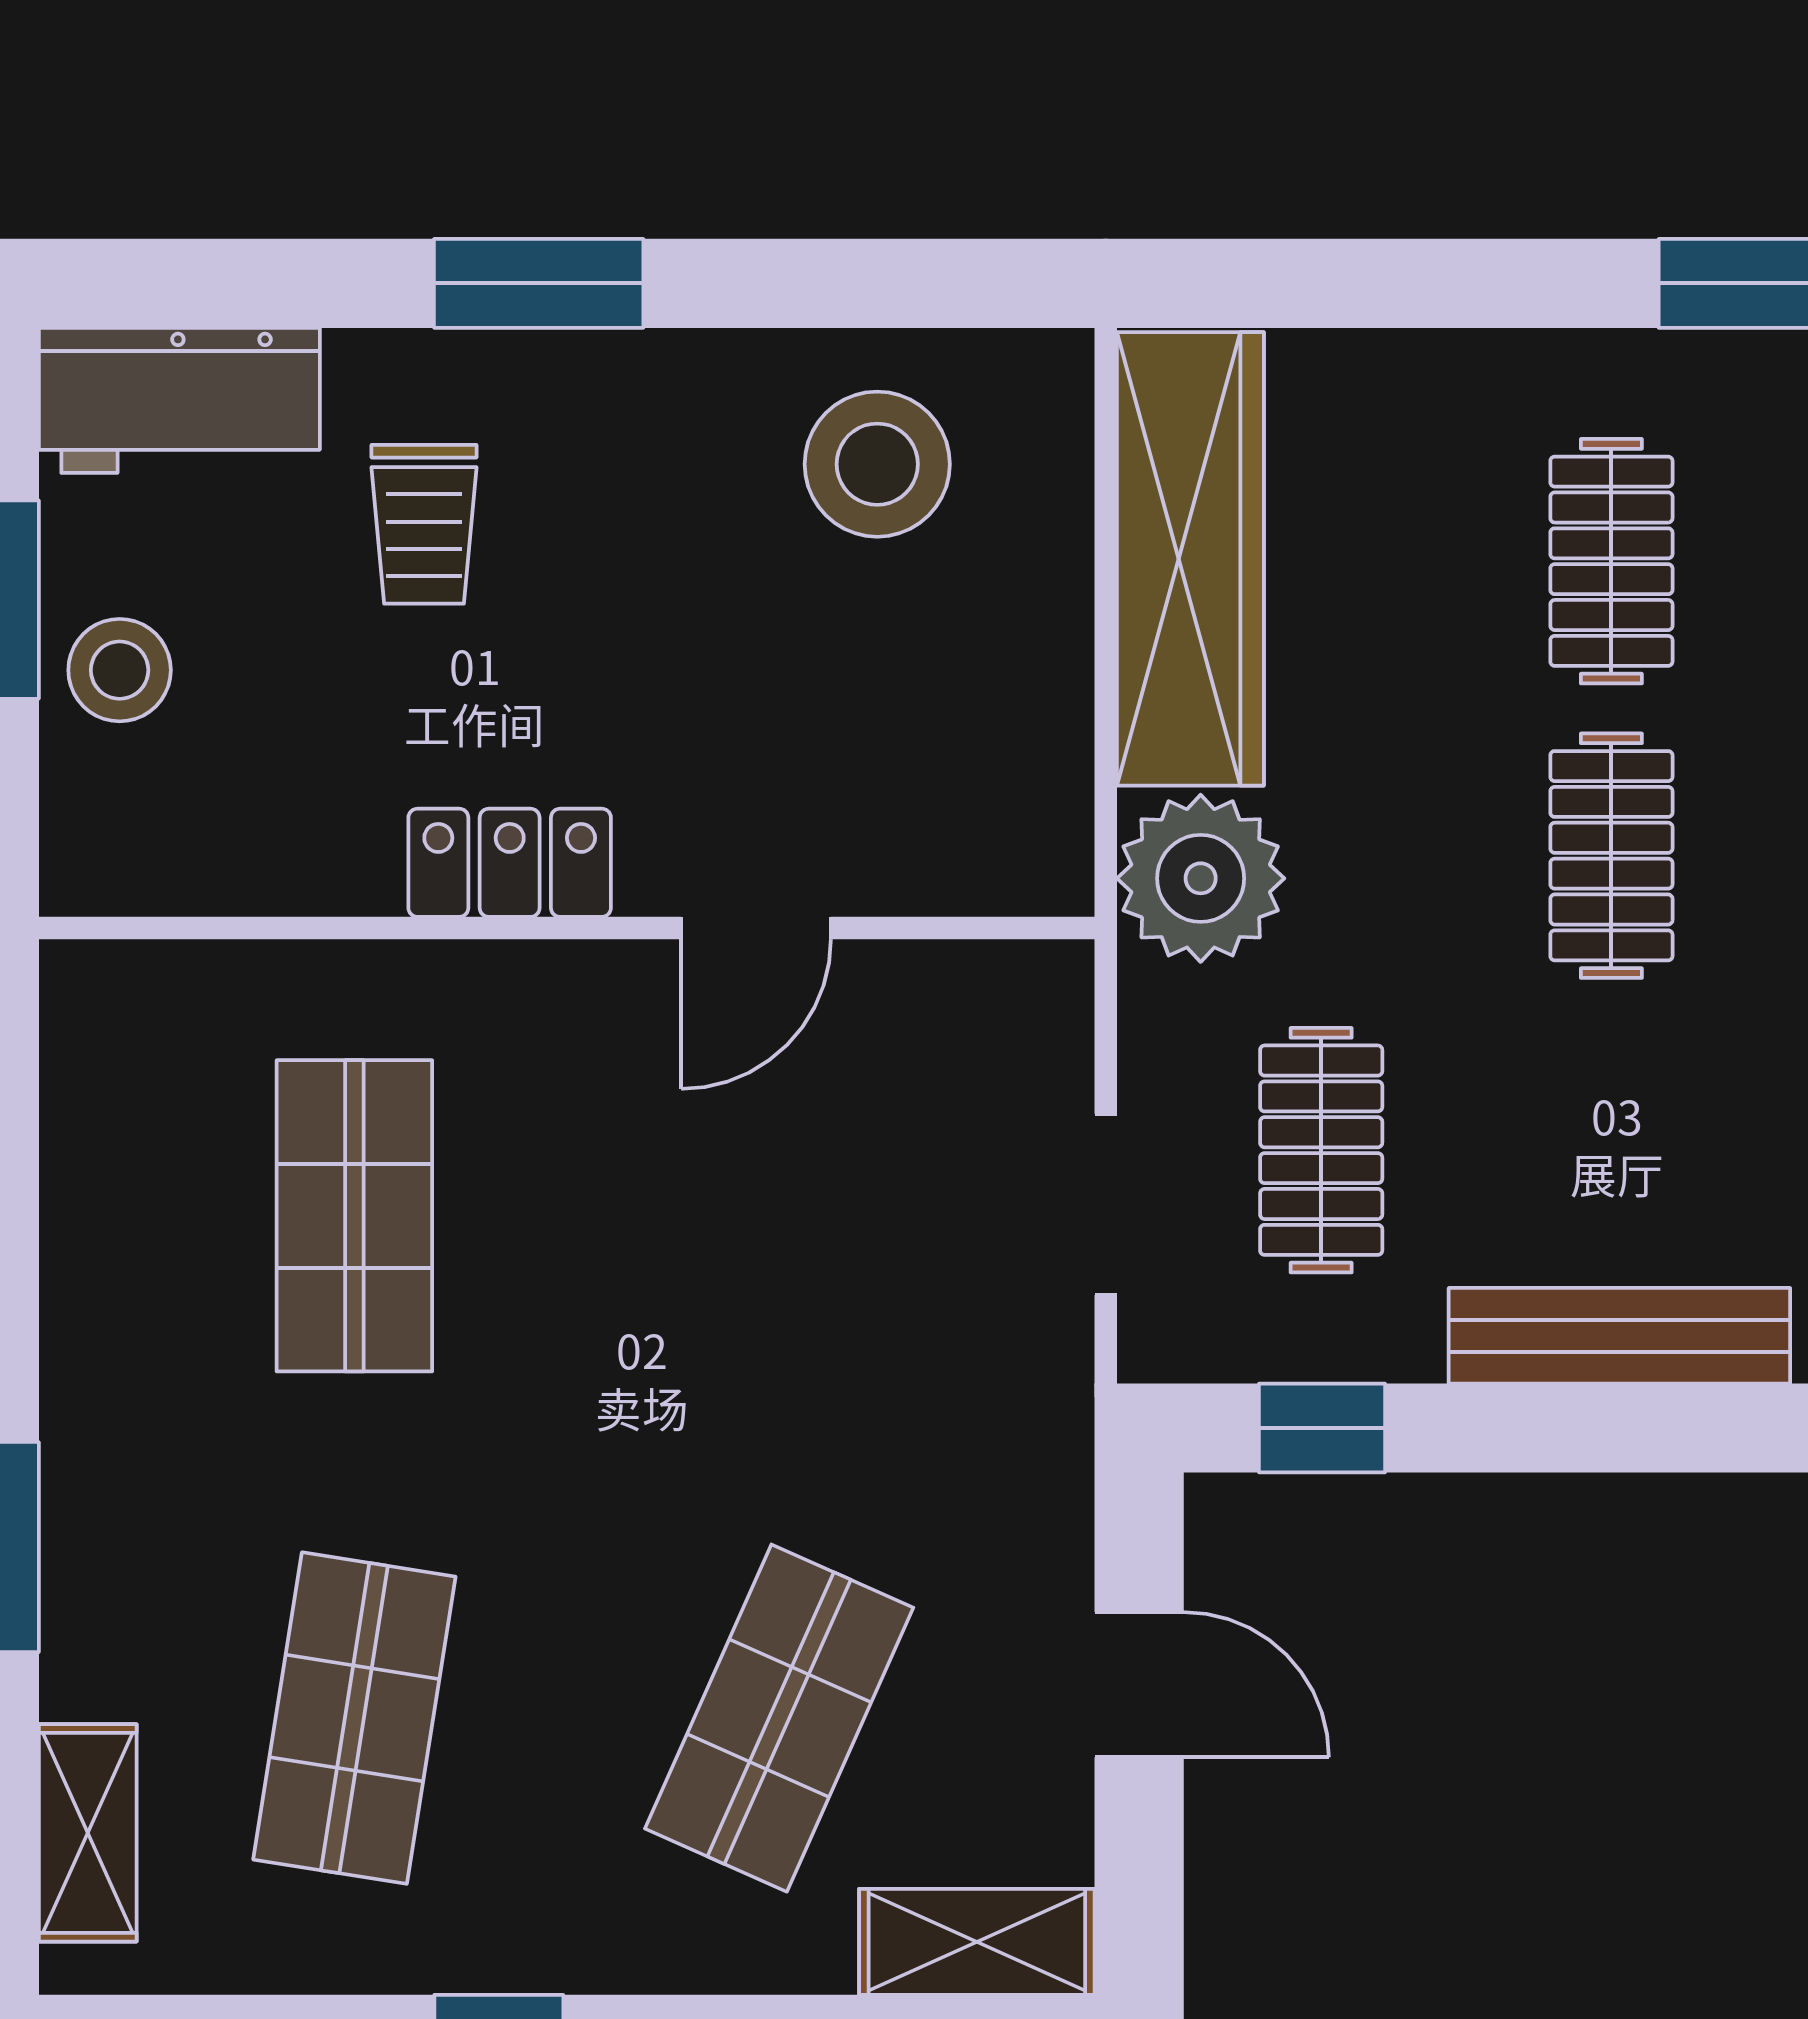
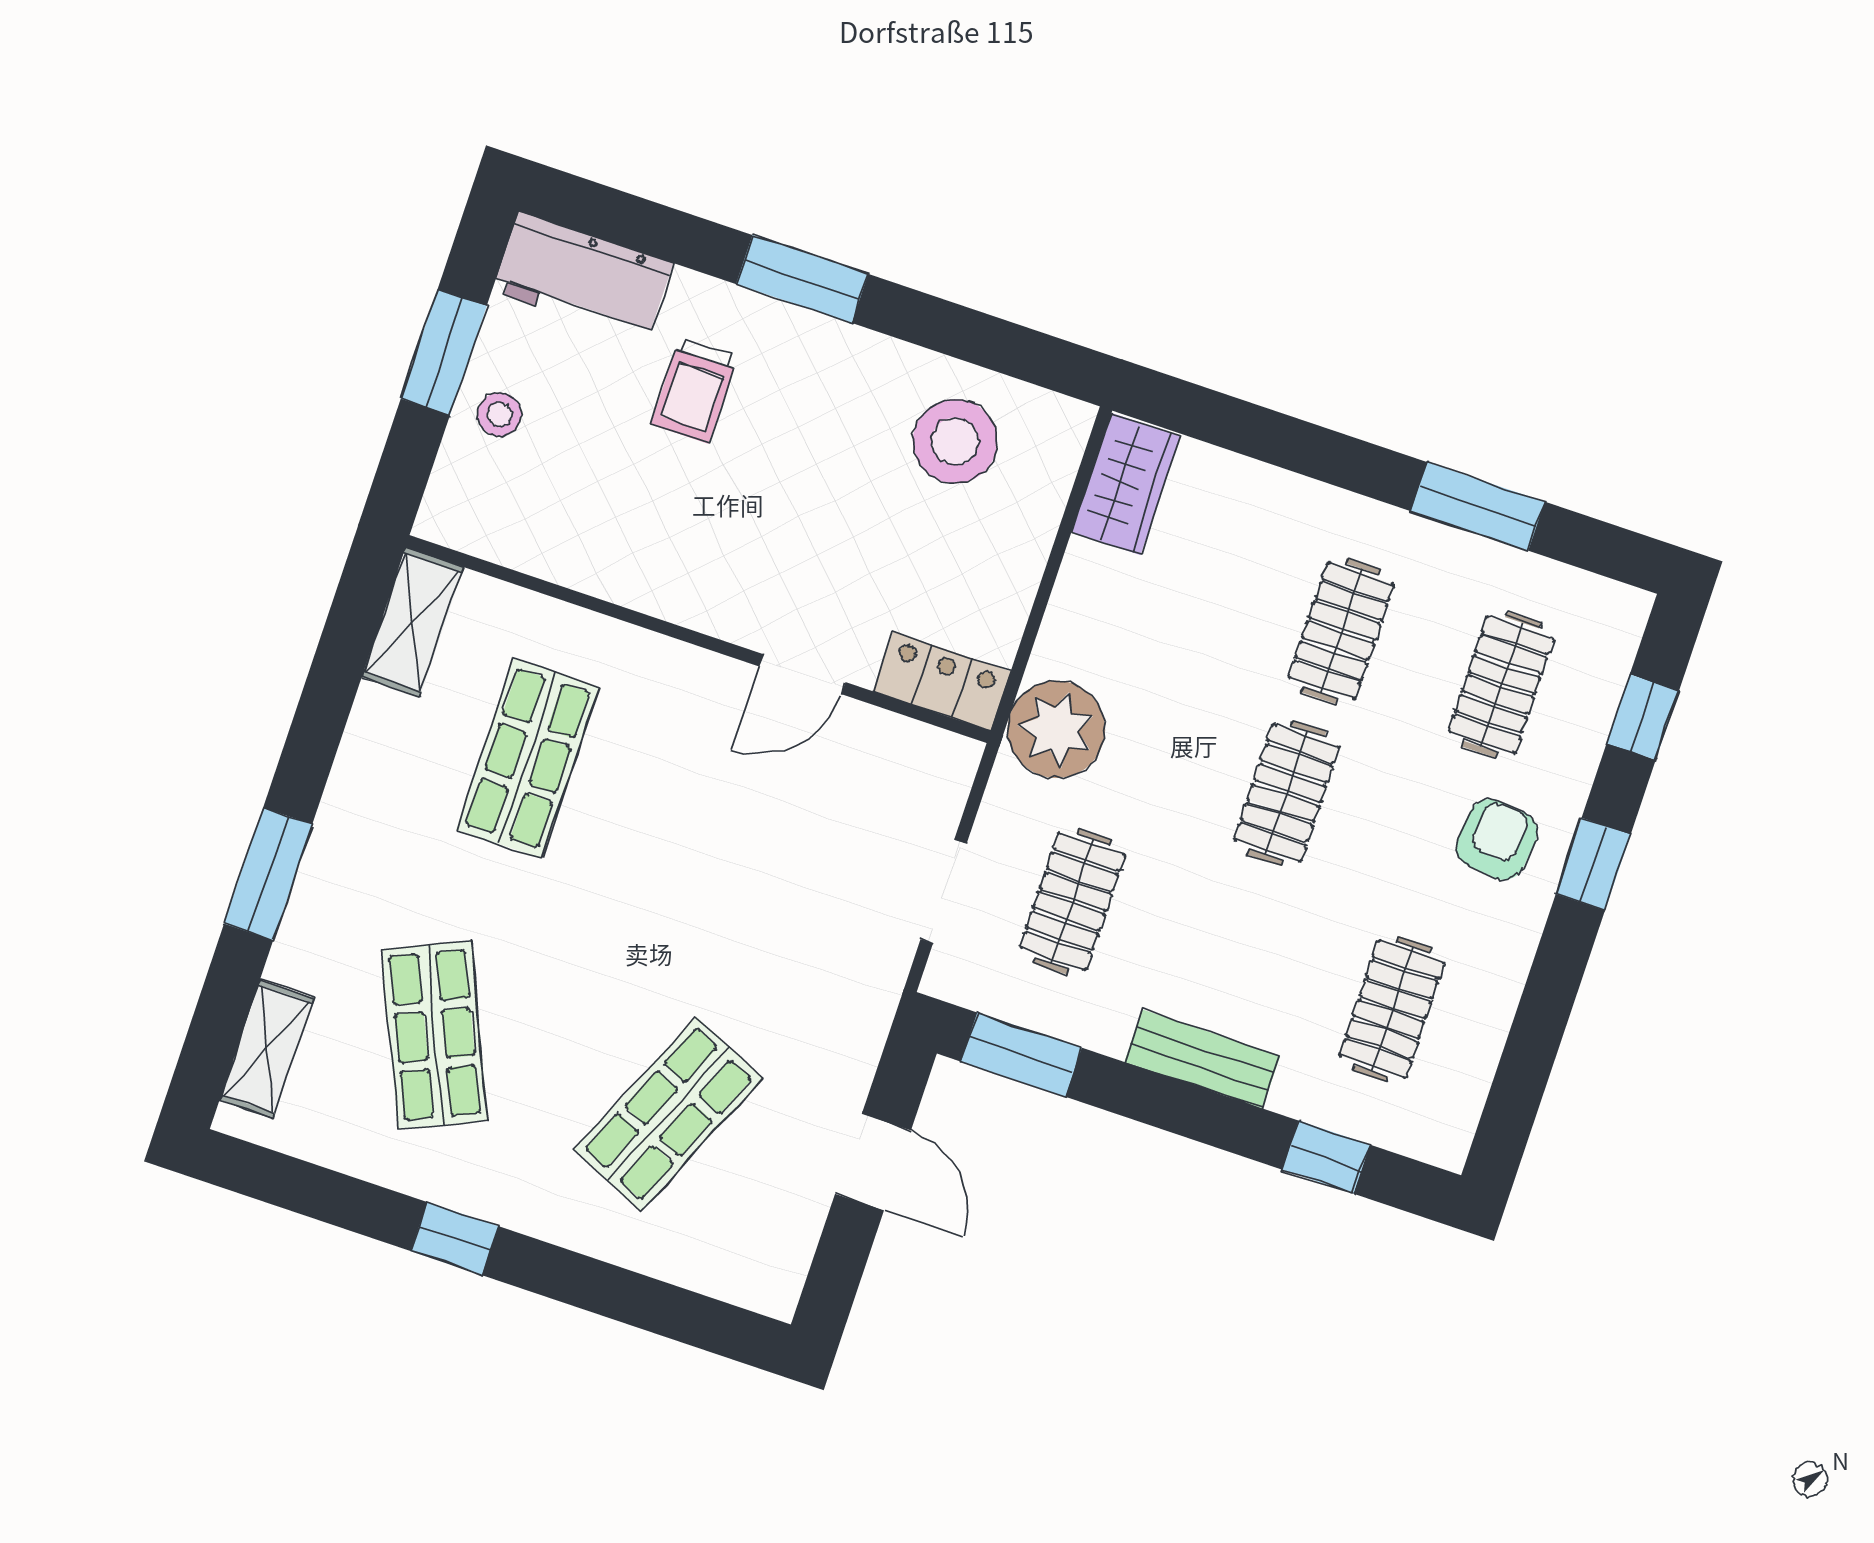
wardrobe: (1190, 559) -> (1126, 484), width x0.48, depth x0.85
stool: (120, 670) -> (500, 414), width x0.73, depth x0.73
locker: (510, 863) -> (942, 681), moved
bench: (1619, 1336) -> (1202, 1059), width x0.73
window: (1322, 1428) -> (1021, 1055), width x1.50
shop shelf: (354, 1718) -> (435, 1035), turned -33
shelving: (977, 1942) -> (413, 622), moved, turned 90

